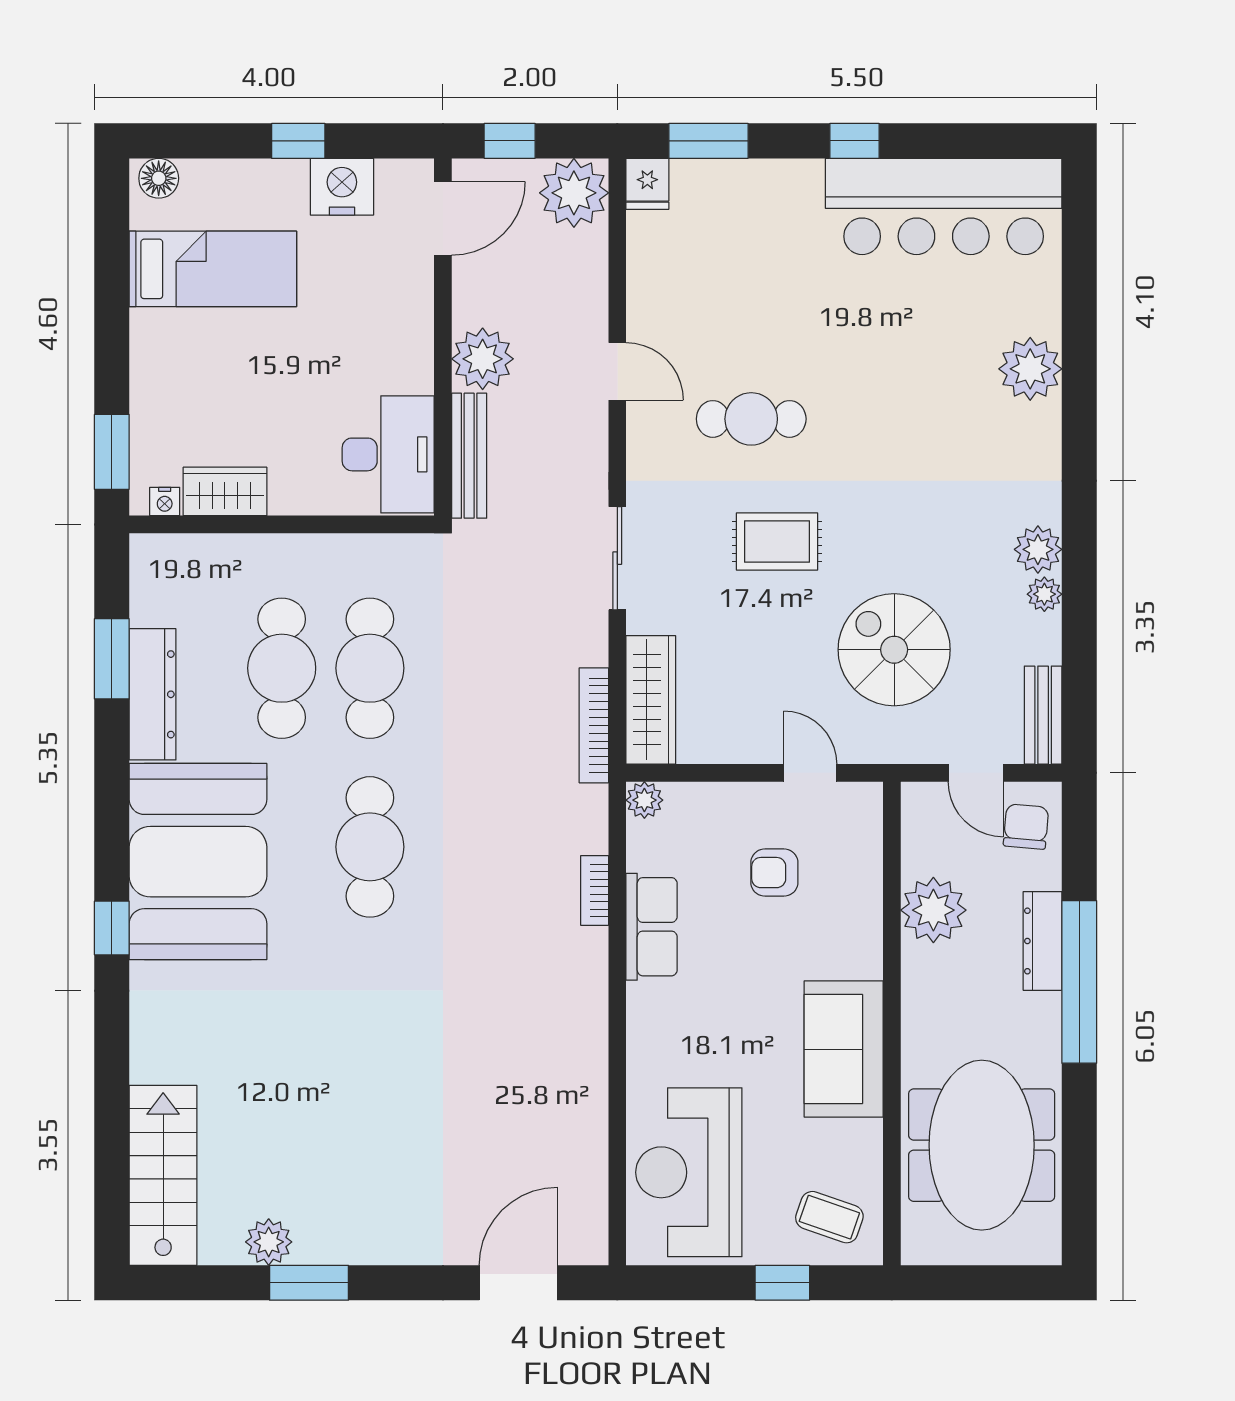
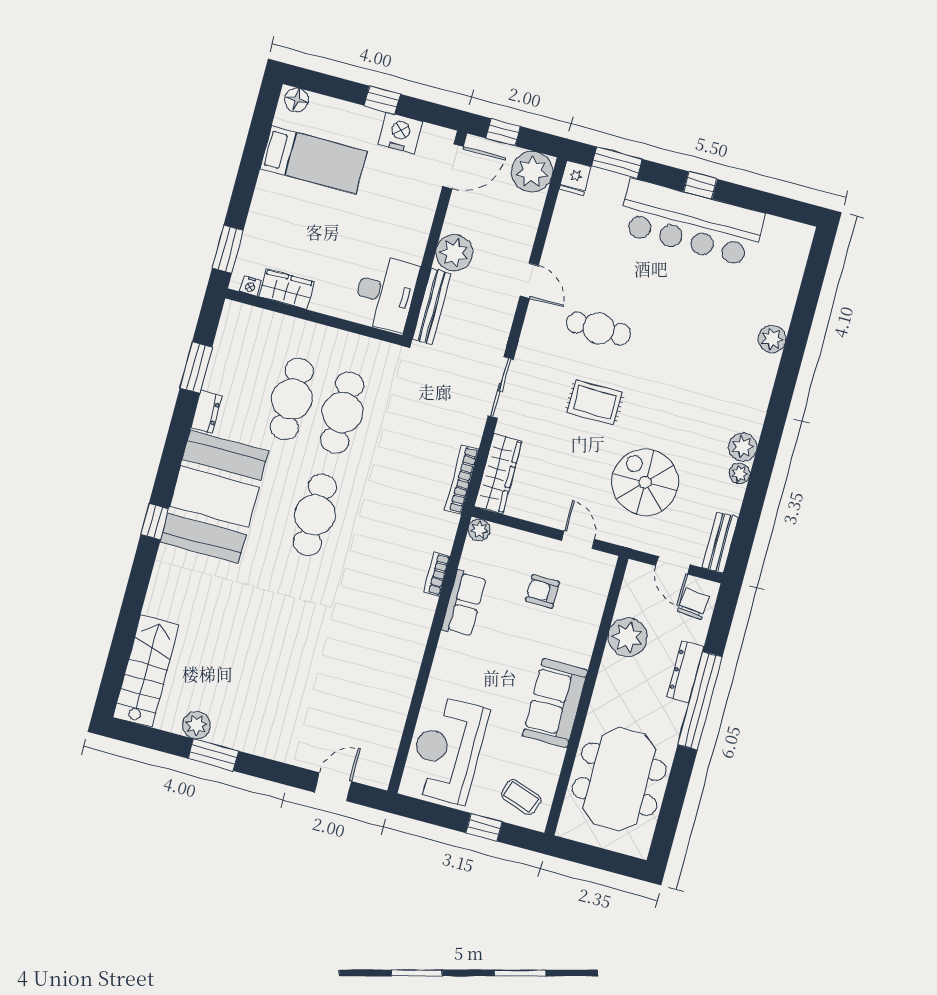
bar counter: (944, 206) -> (691, 223), moved
plant: (1030, 369) -> (772, 339), width x0.73, depth x0.73
dresser: (153, 694) -> (206, 412), width x0.51, depth x0.80
door: (518, 1283) -> (333, 787), width x0.73

